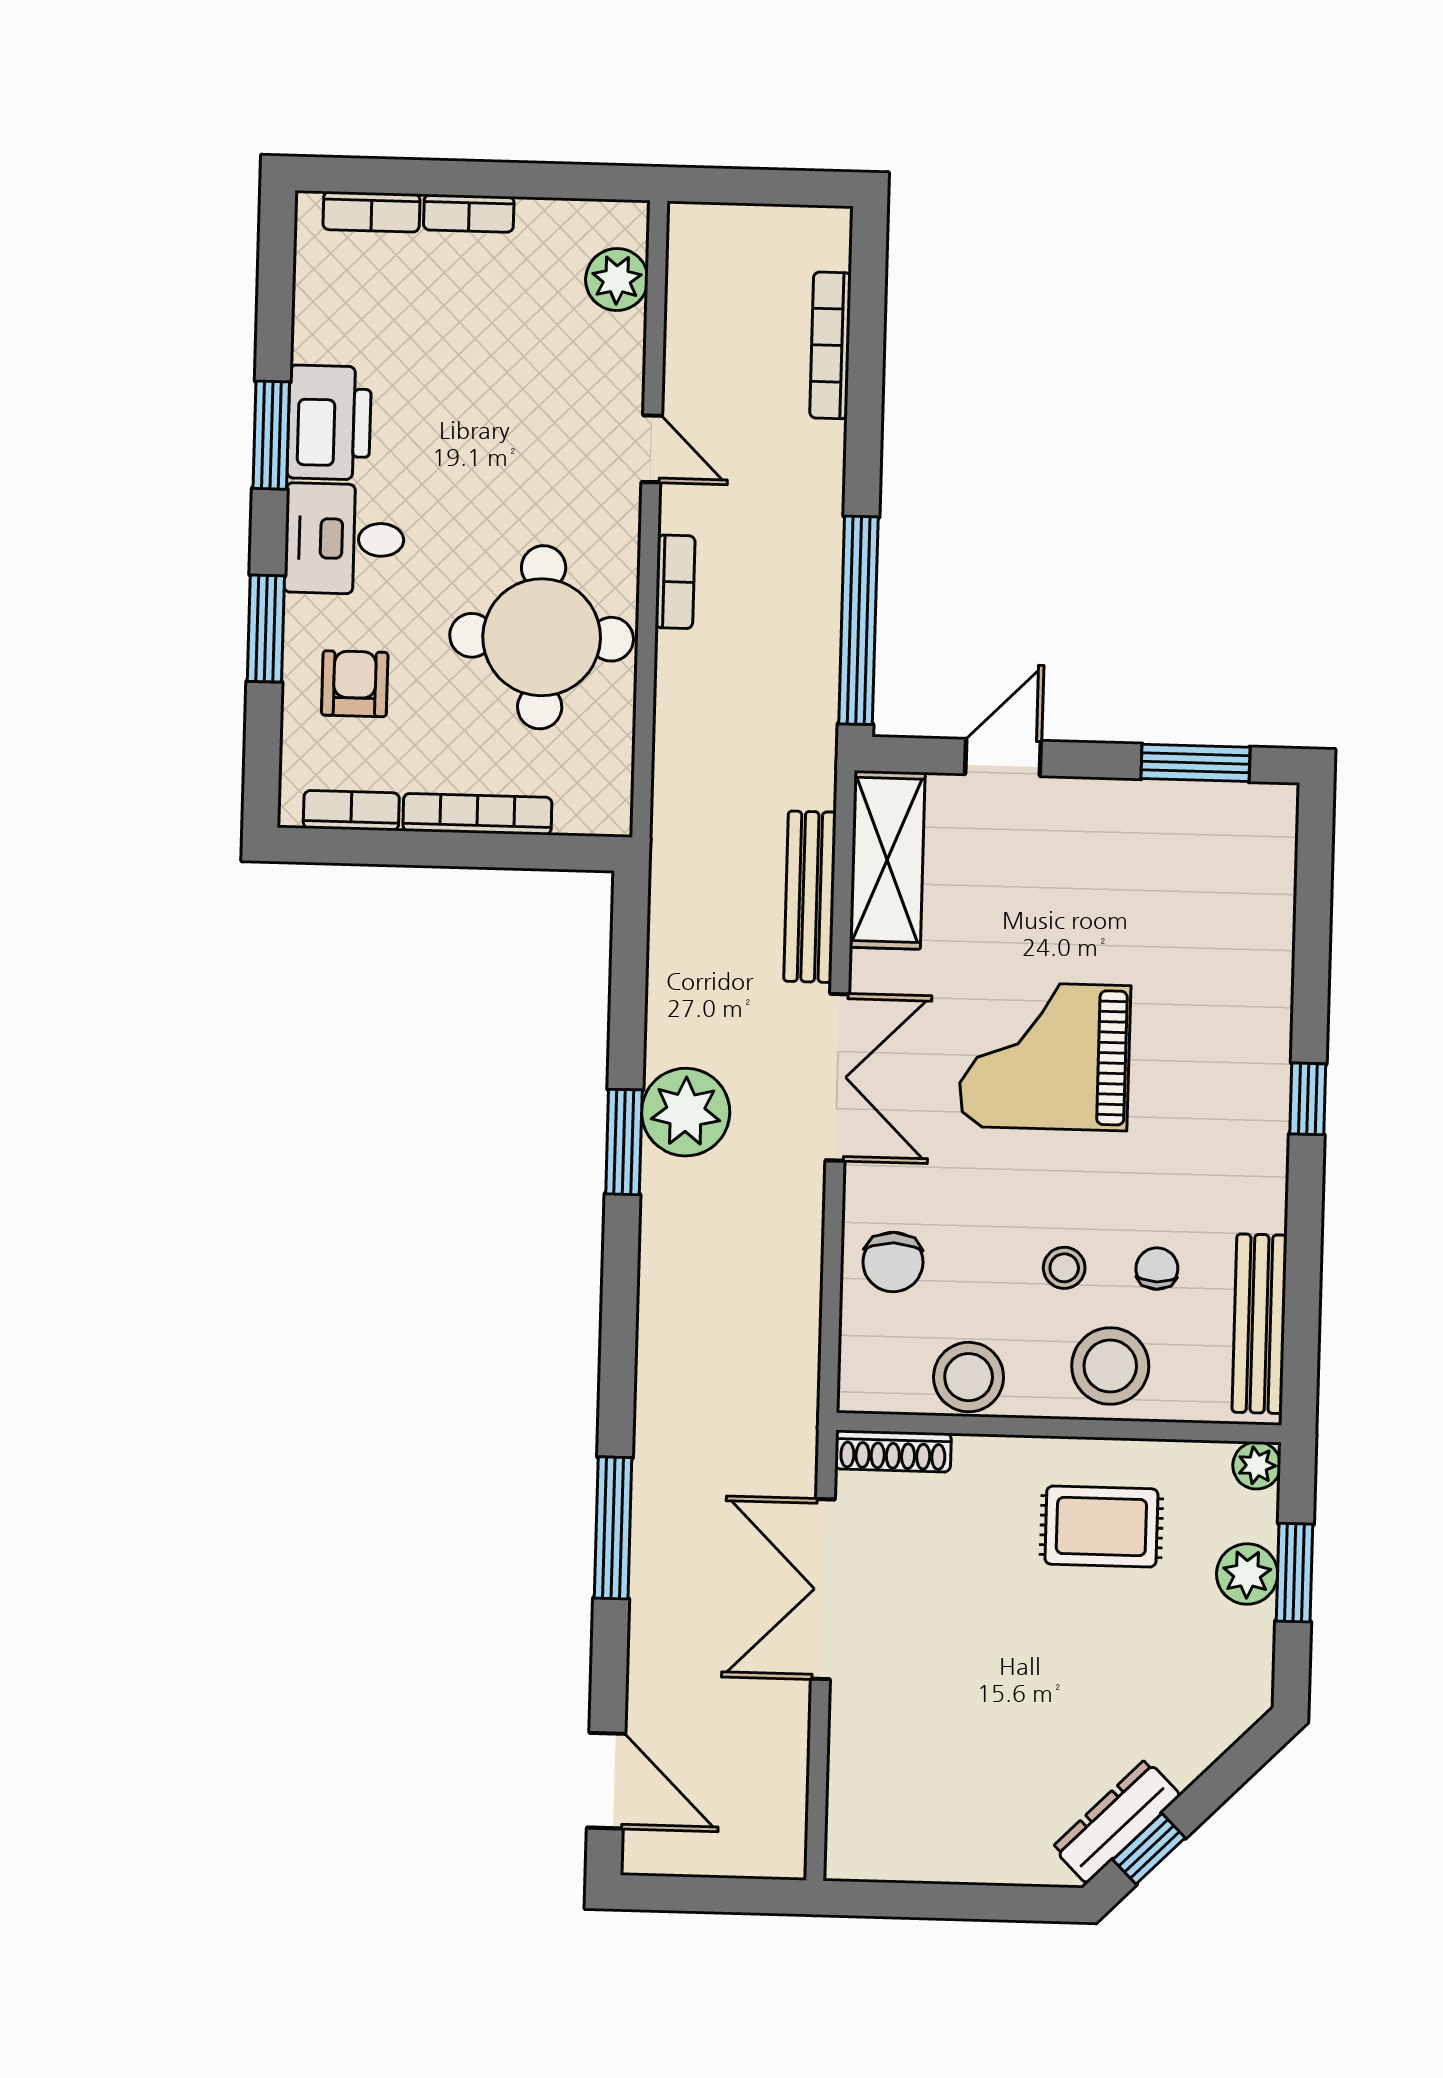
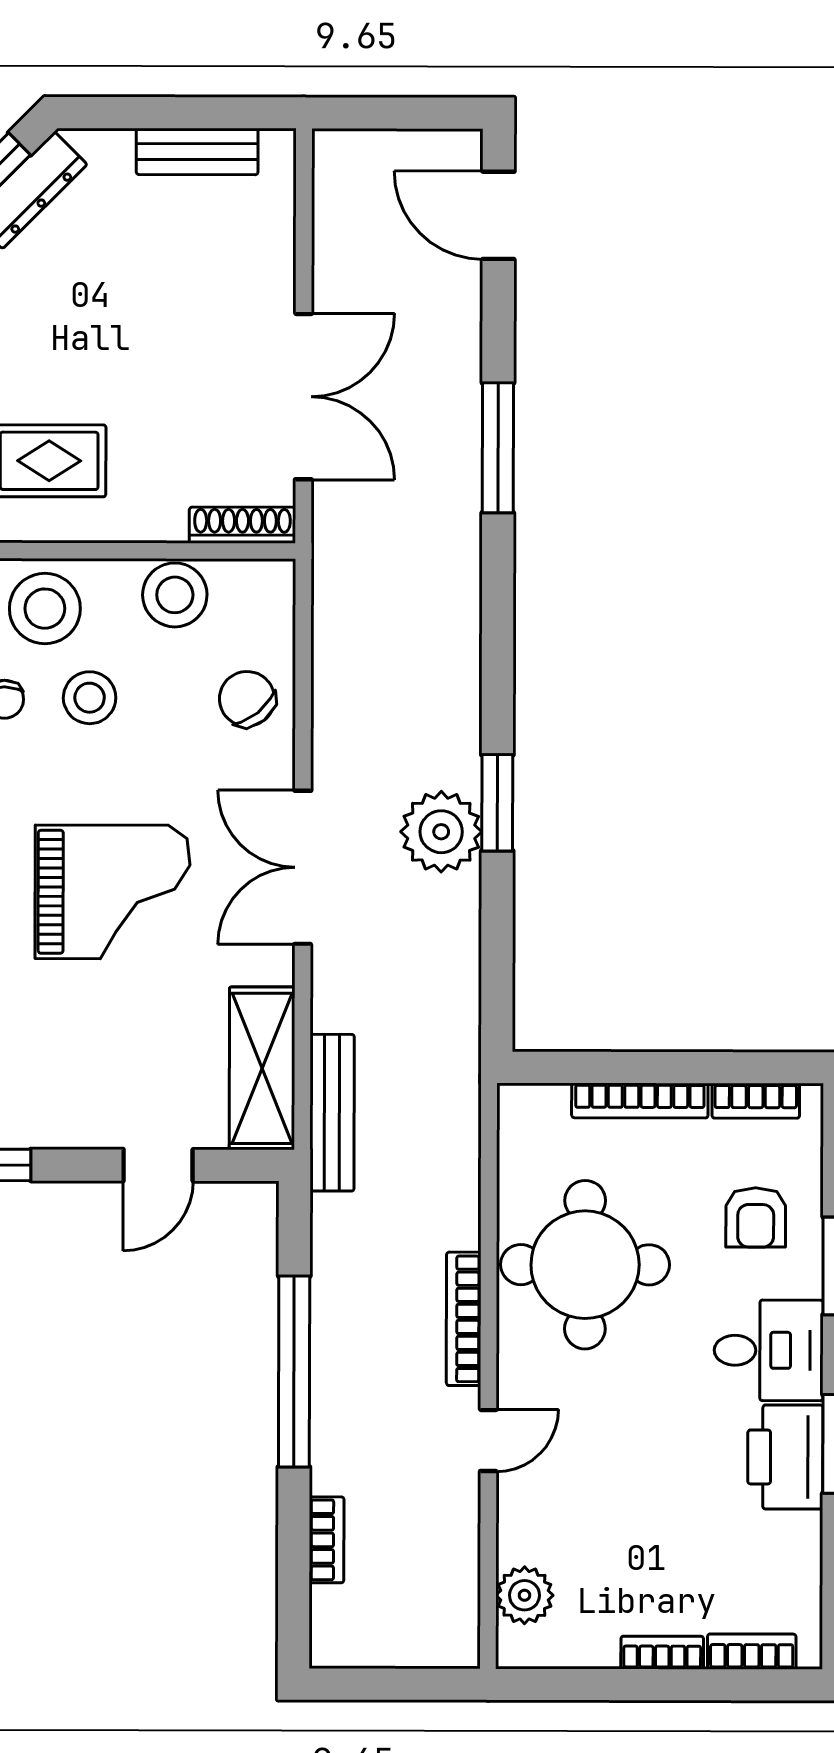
bookcase: (830, 345) -> (327, 1540), width x0.64
door: (652, 449) -> (488, 1440), swing flipped
bookcase: (675, 582) -> (464, 1319), width x1.56
window: (858, 620) -> (294, 1372), moved
bench: (810, 897) -> (332, 1113), moved
chair: (893, 1262) -> (247, 699), turned -39
stool: (1064, 1268) -> (90, 698), width x1.37, depth x1.37
bench: (932, 1859) -> (197, 151), added

